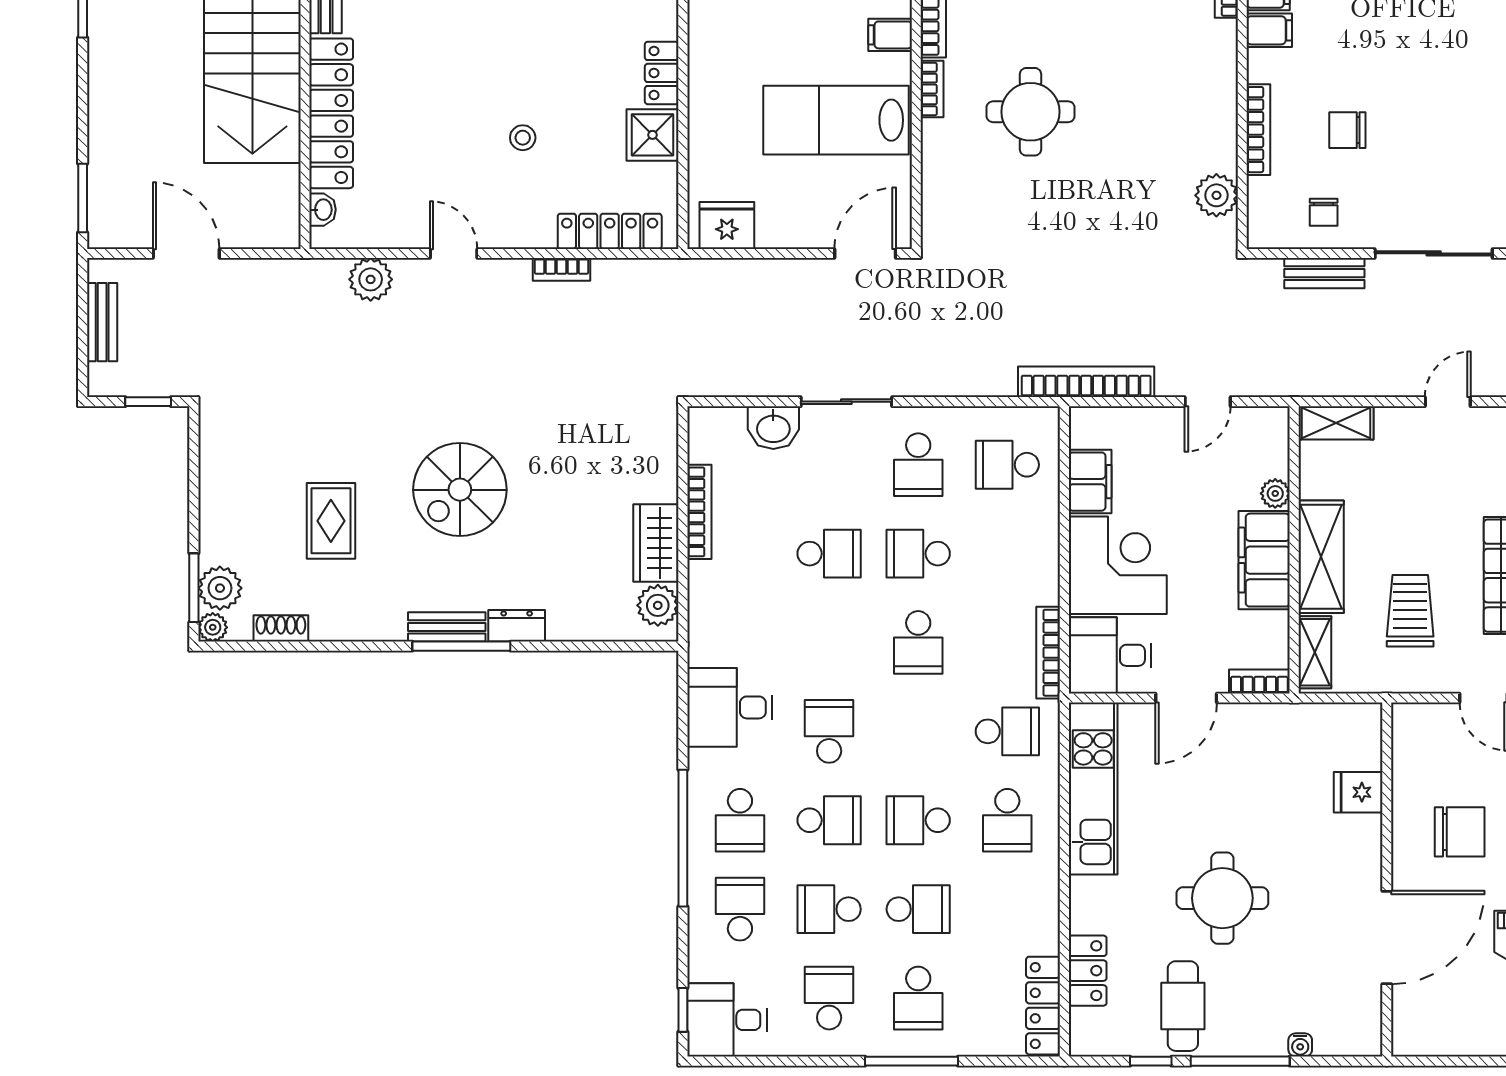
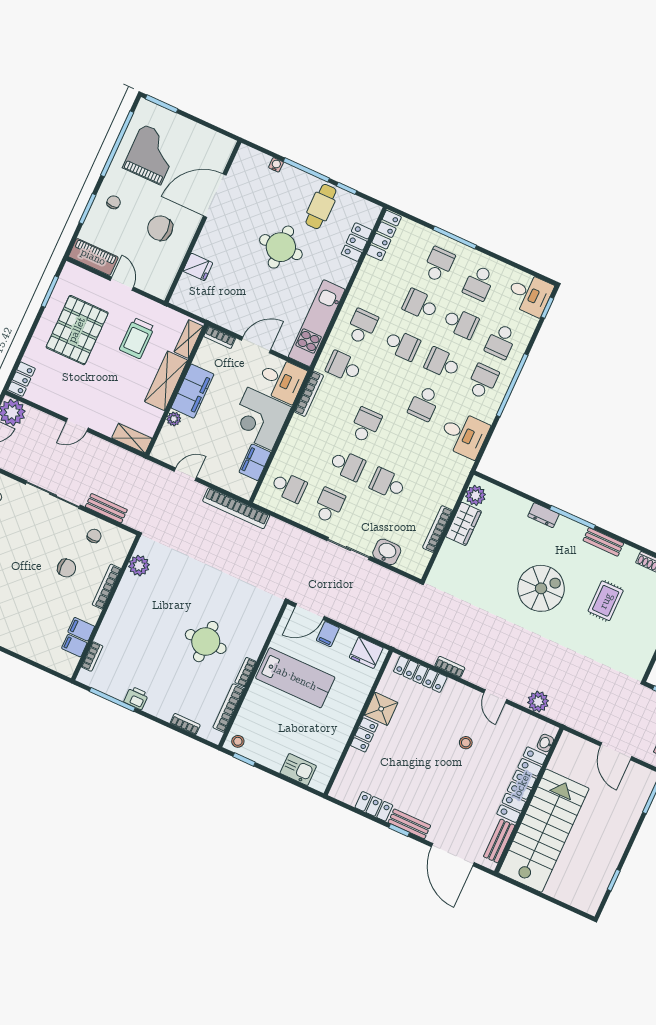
filing cabinet: (890, 35) -> (328, 634), moved, turned 90
stool: (523, 138) -> (466, 743), moved
bench: (447, 627) -> (603, 542), moved

